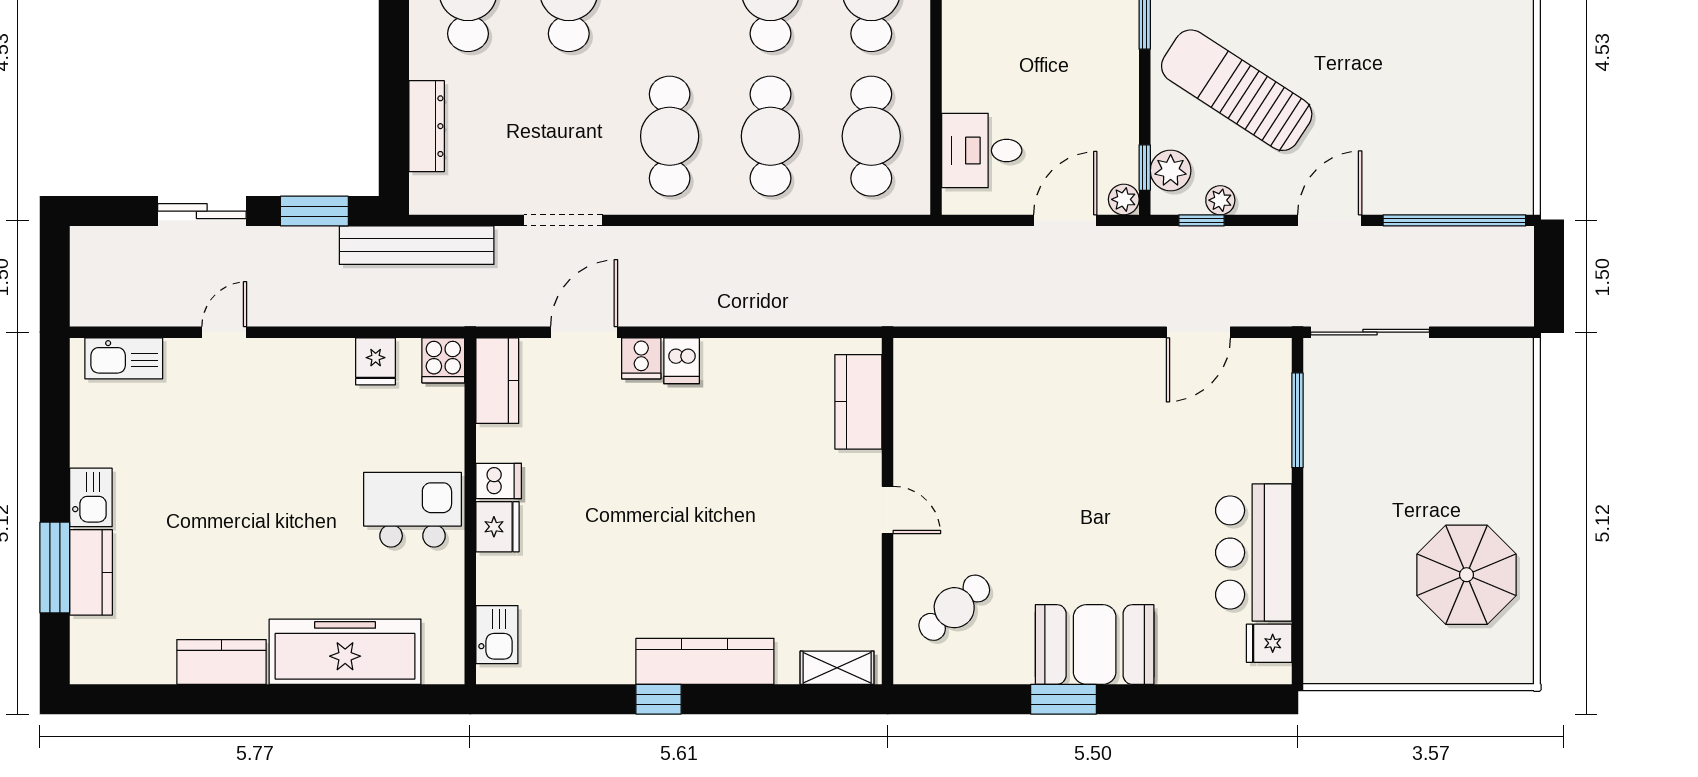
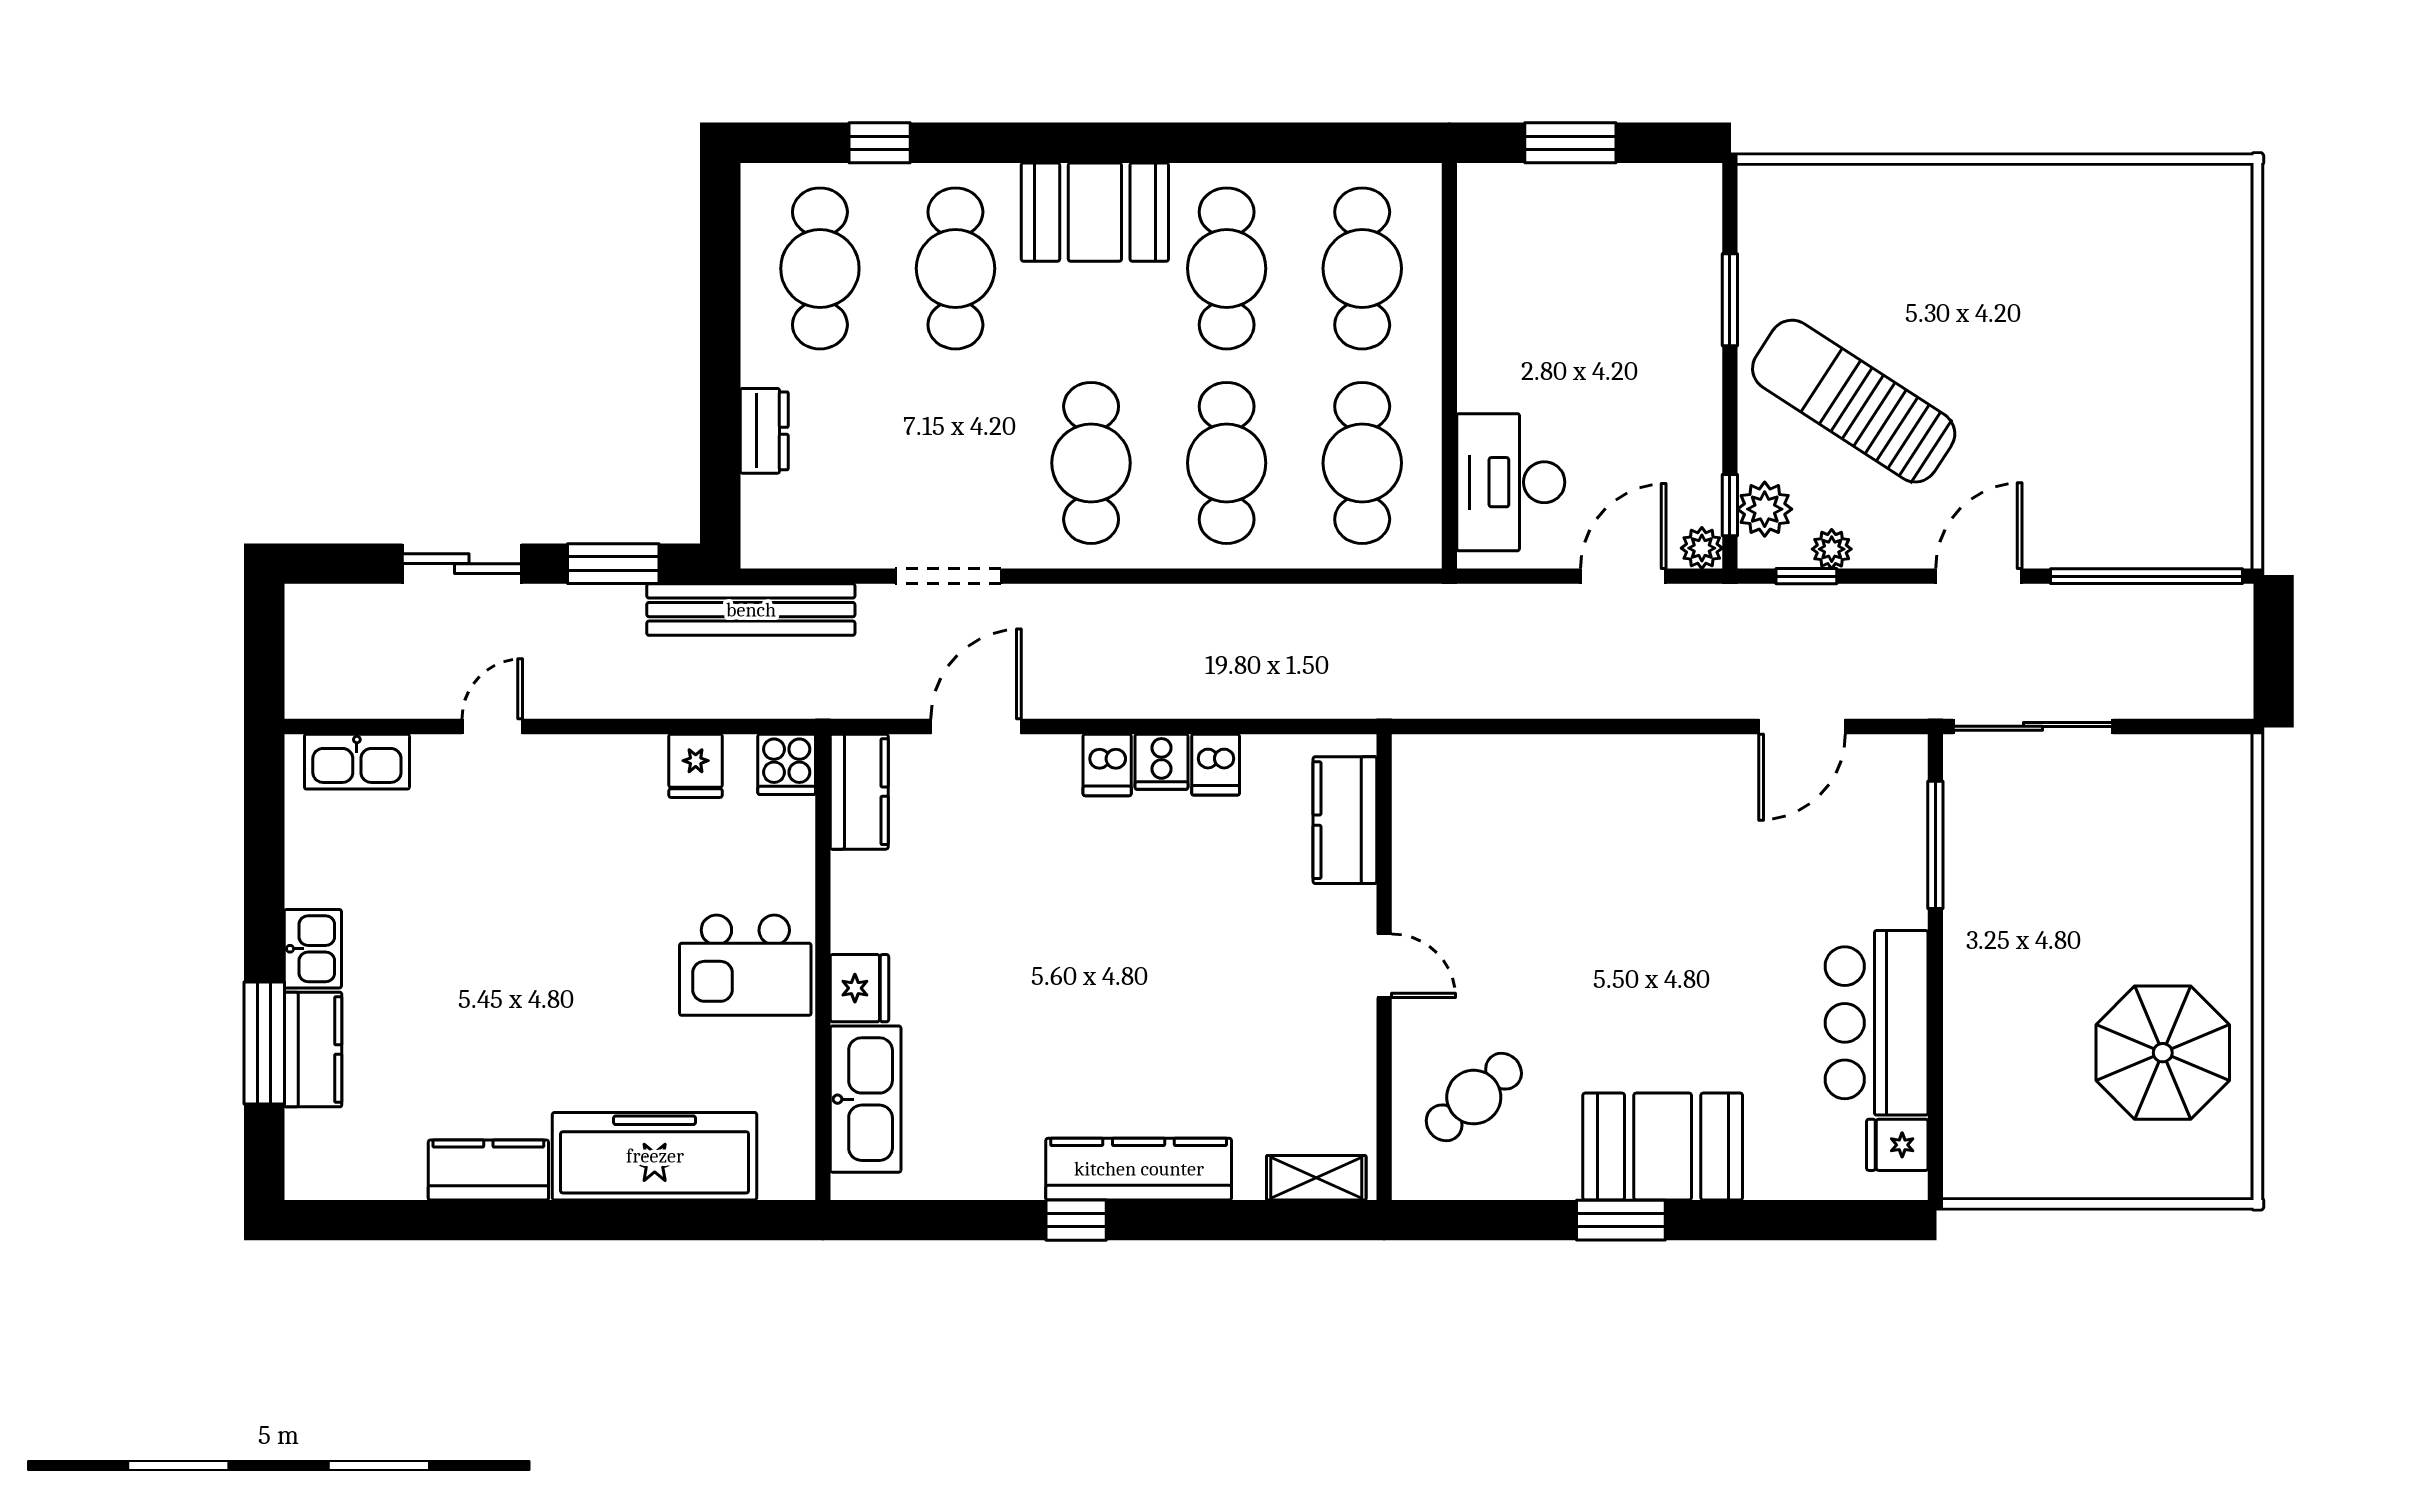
dresser: (427, 126) -> (764, 431), width x0.70
desk: (982, 151) -> (1511, 482), width x1.37
cooker: (641, 358) -> (1161, 762), moved
dishwasher: (499, 481) -> (1216, 765), moved, turned 90
kitchen island: (413, 510) -> (745, 965), turned 180
kitchen sink: (497, 635) -> (866, 1099), width x1.87, depth x1.24

